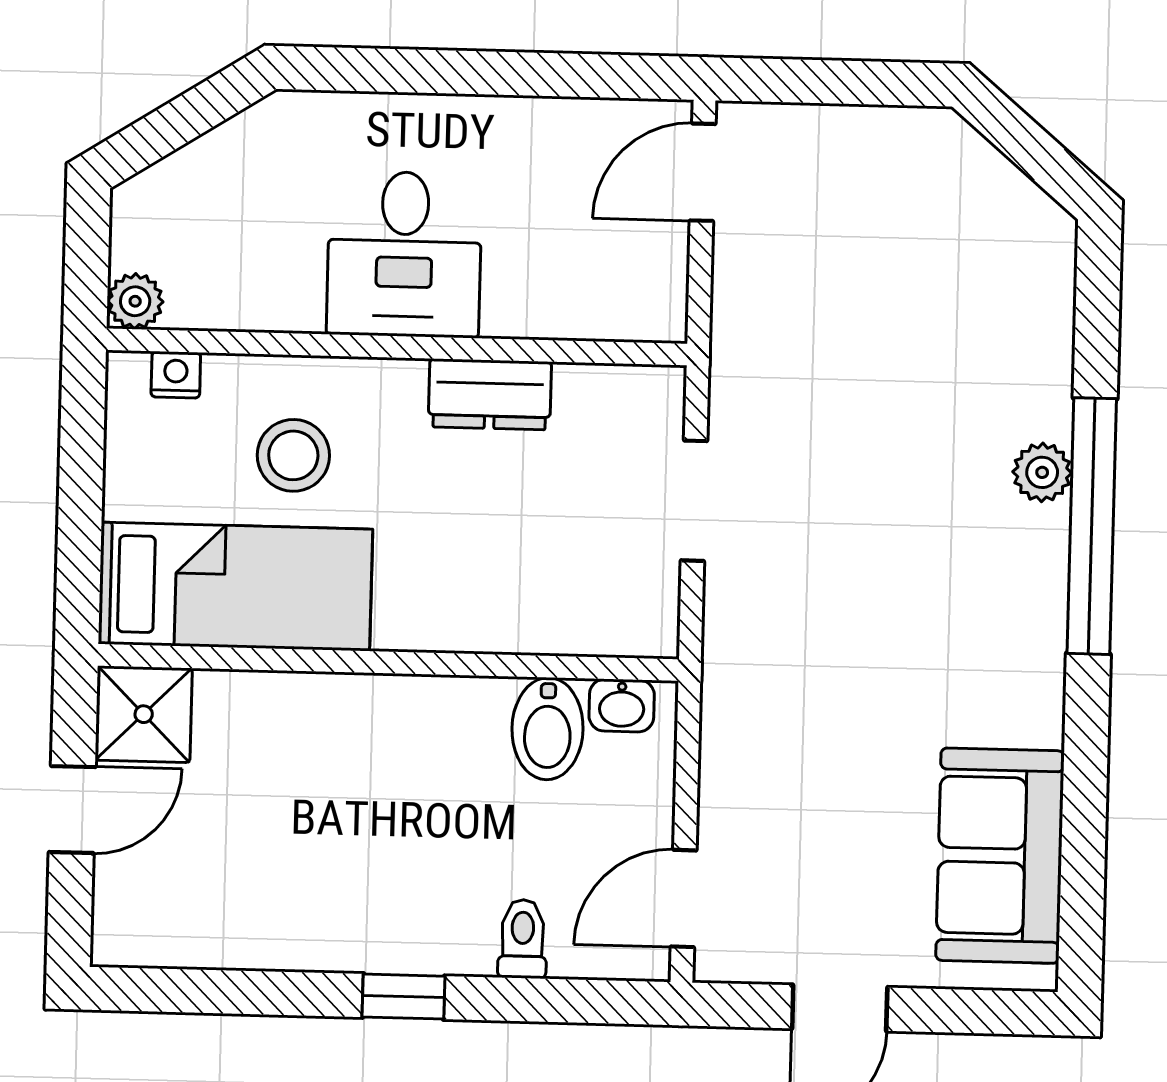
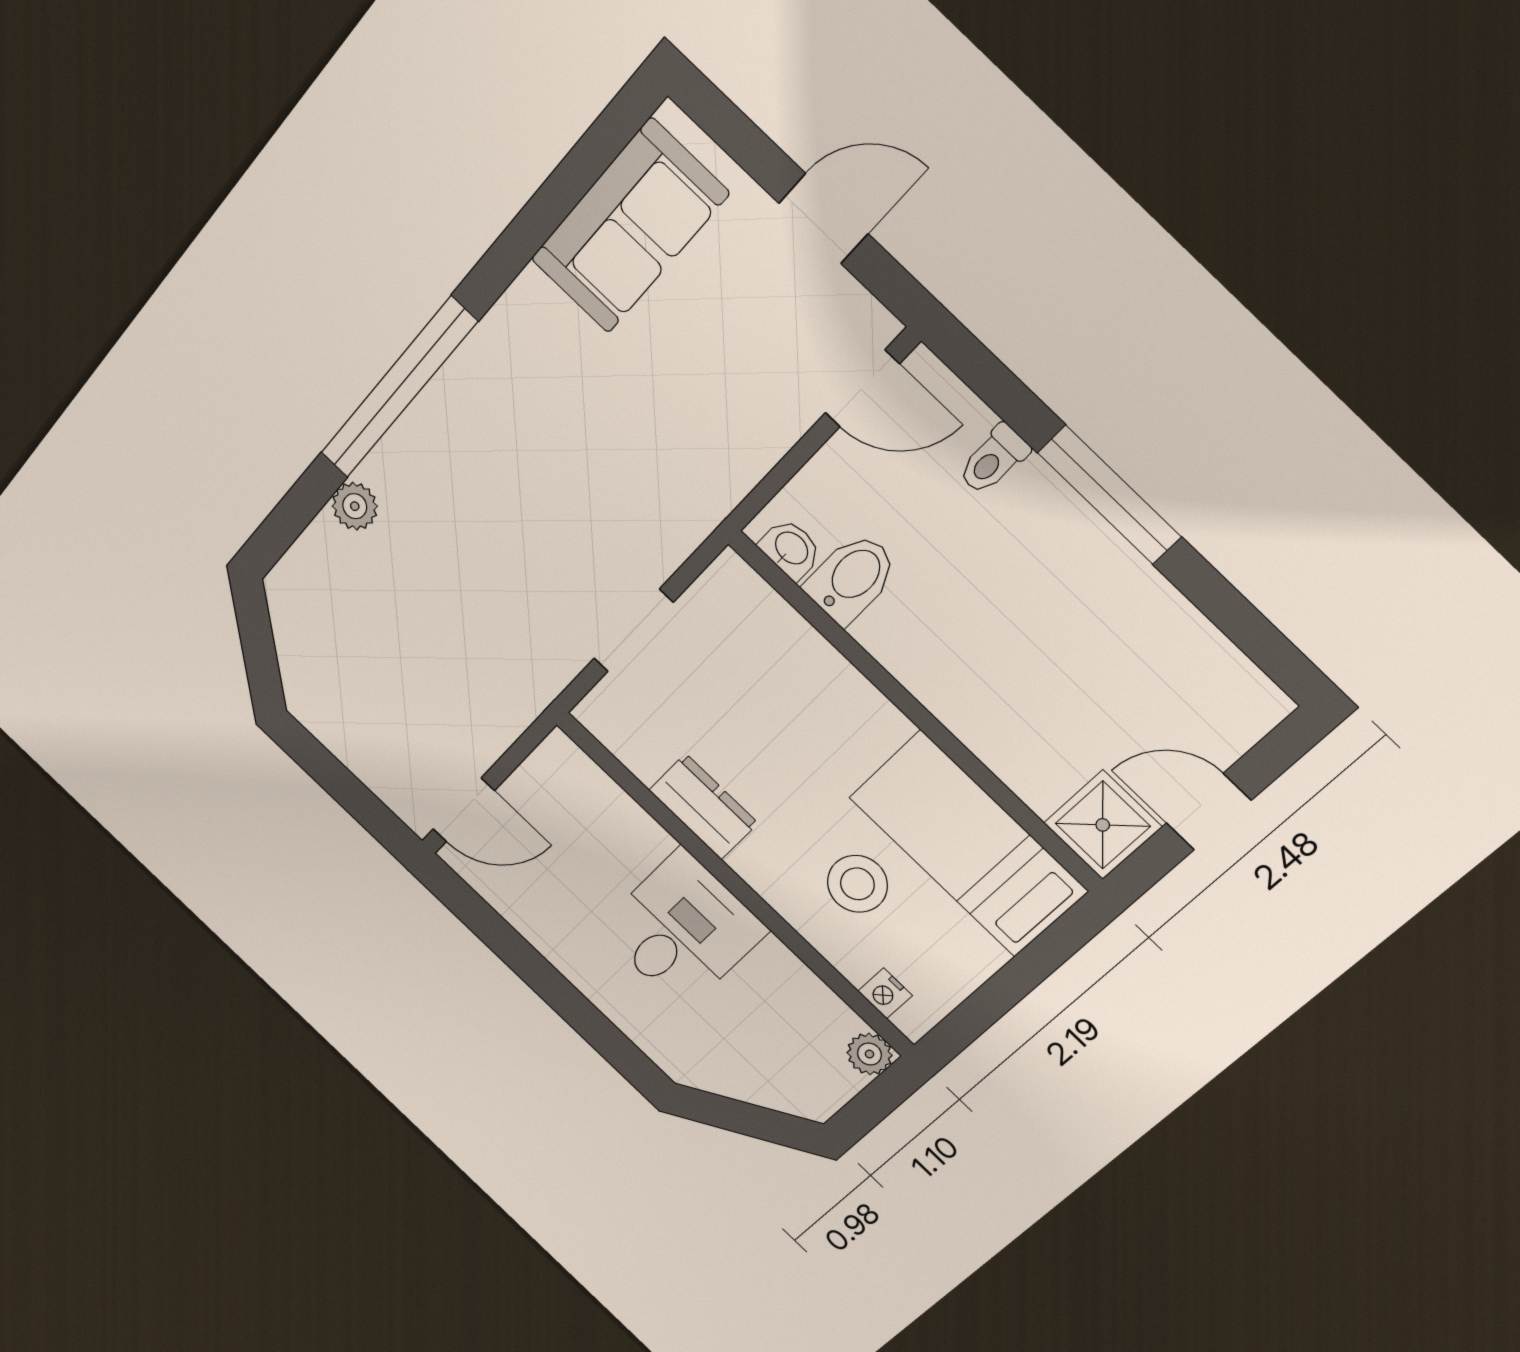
plant: (1042, 472) -> (355, 506), moved
window: (404, 997) -> (1109, 495), width x2.17

